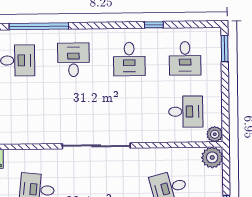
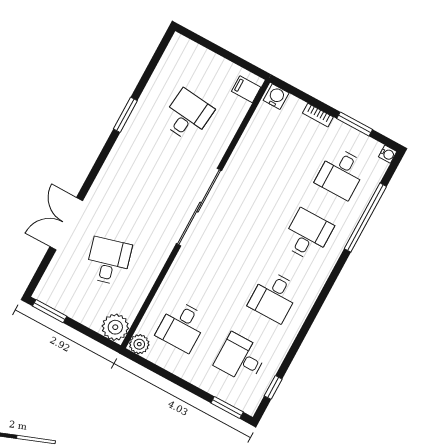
window: (154, 25) -> (273, 387), moved
desk: (129, 59) -> (274, 297), turned -90
desk: (73, 60) -> (307, 235), turned -90

